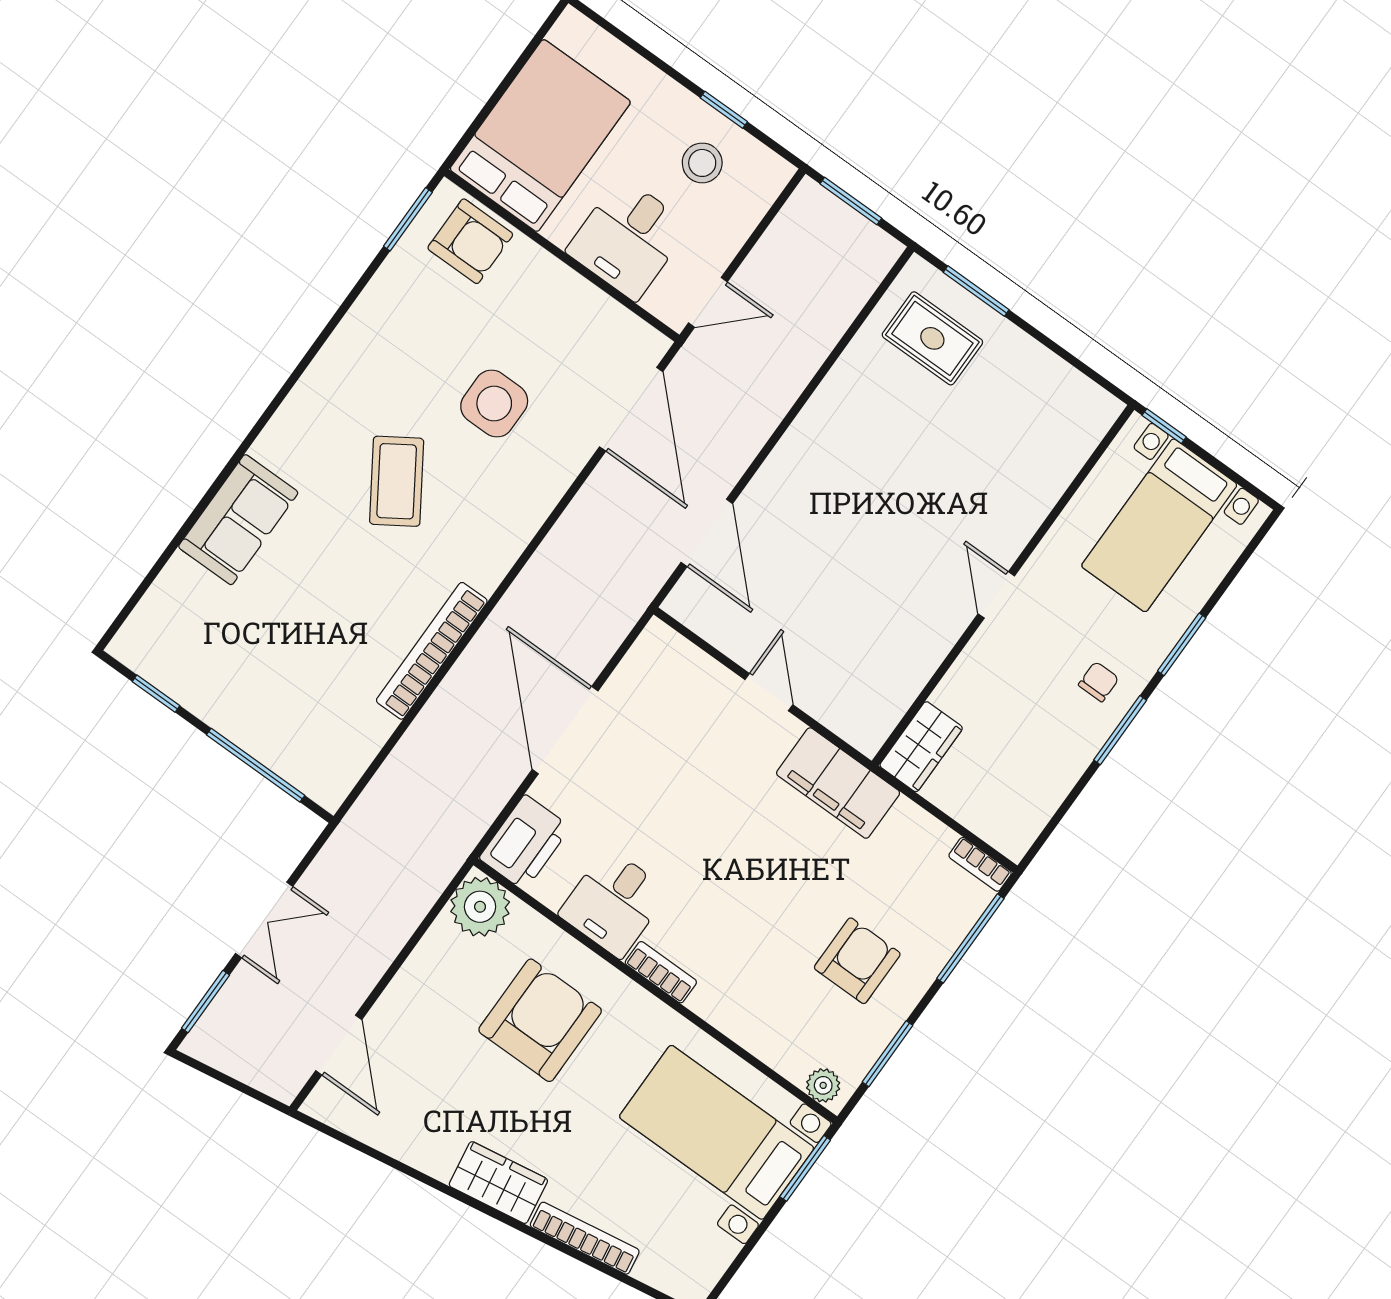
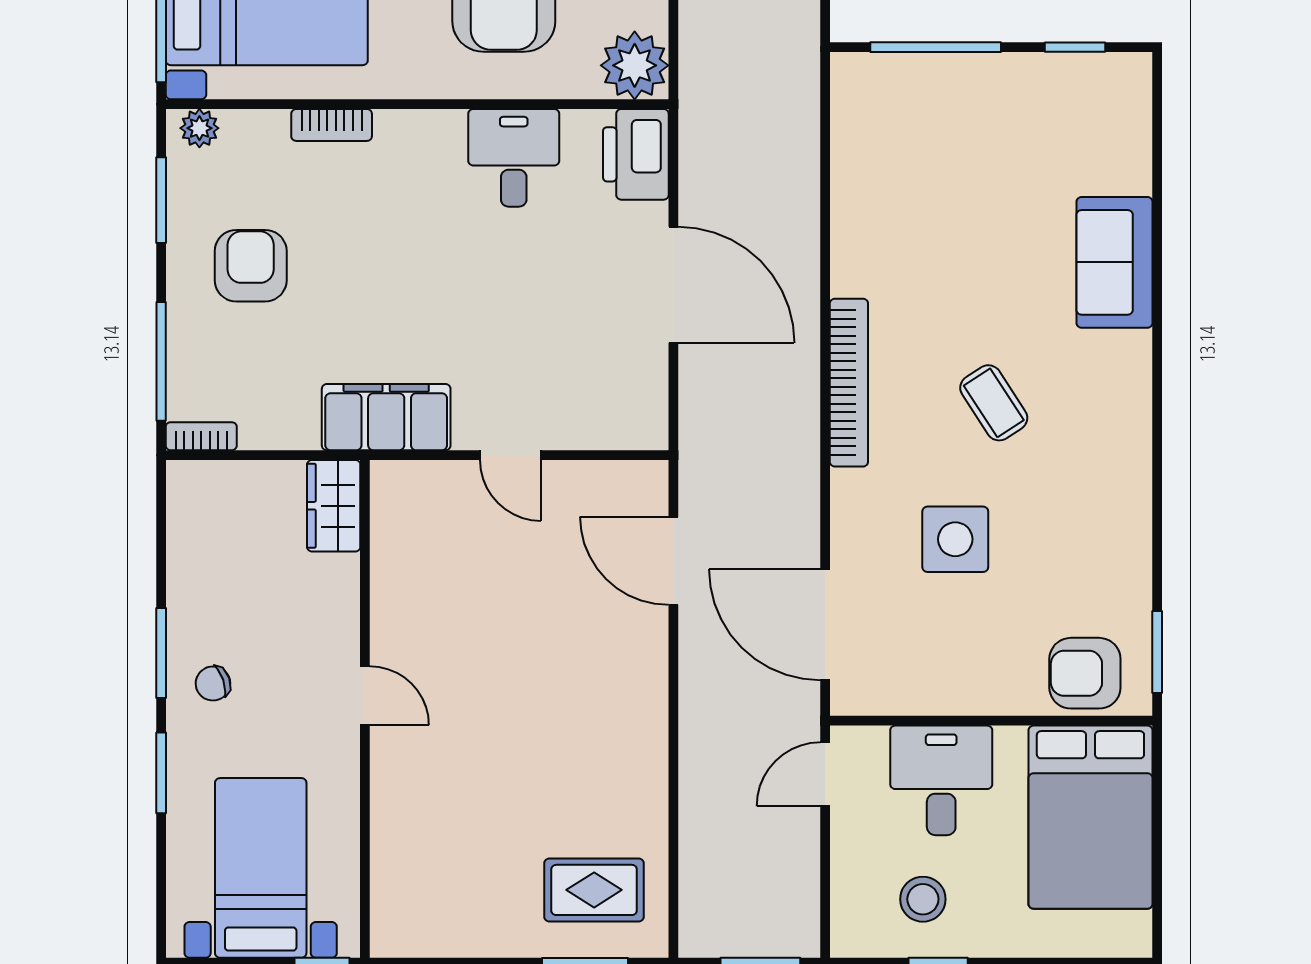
coffee table: (397, 481) -> (994, 403), width x0.73, depth x0.77
bookcase: (432, 651) -> (849, 383), moved
chair: (1099, 682) -> (213, 683), turned 71
armchair: (857, 961) -> (251, 266), turned 180
bookcase: (661, 972) -> (332, 125), moved

